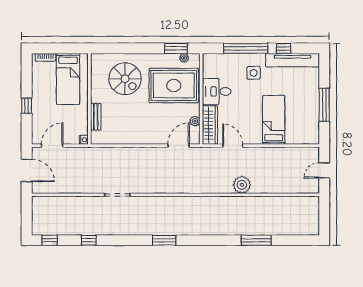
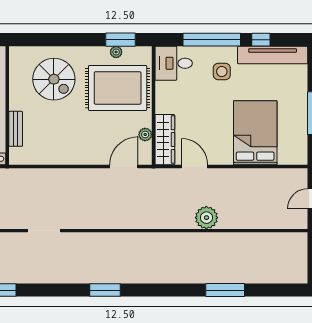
plant: (184, 58) -> (116, 52), moved
desk: (217, 91) -> (174, 63), moved
bed: (274, 120) -> (255, 133), width x1.50

